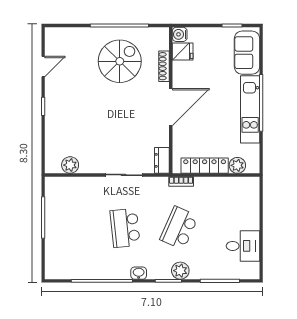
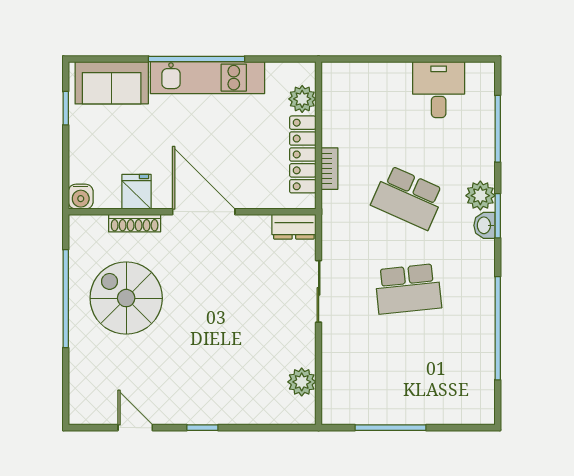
fridge: (183, 52) -> (136, 192), moved
bookcase: (181, 181) -> (329, 169), moved
washbasin: (139, 273) -> (484, 225), moved

